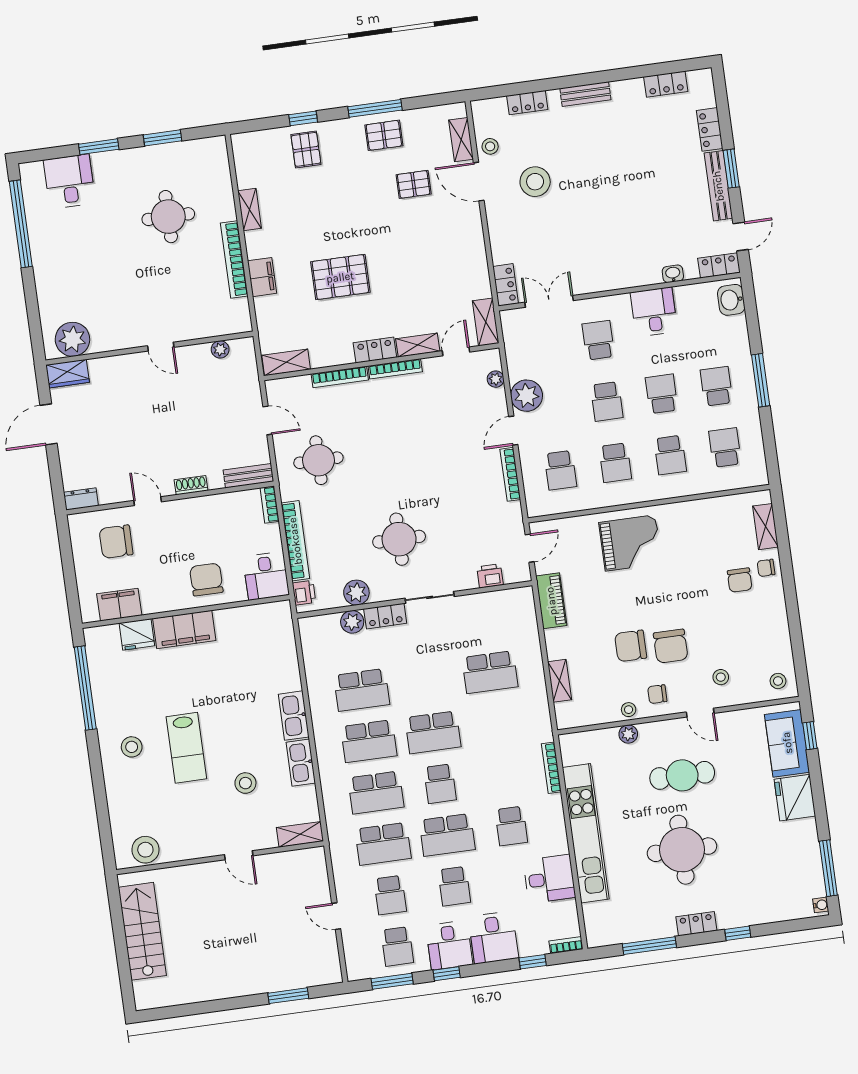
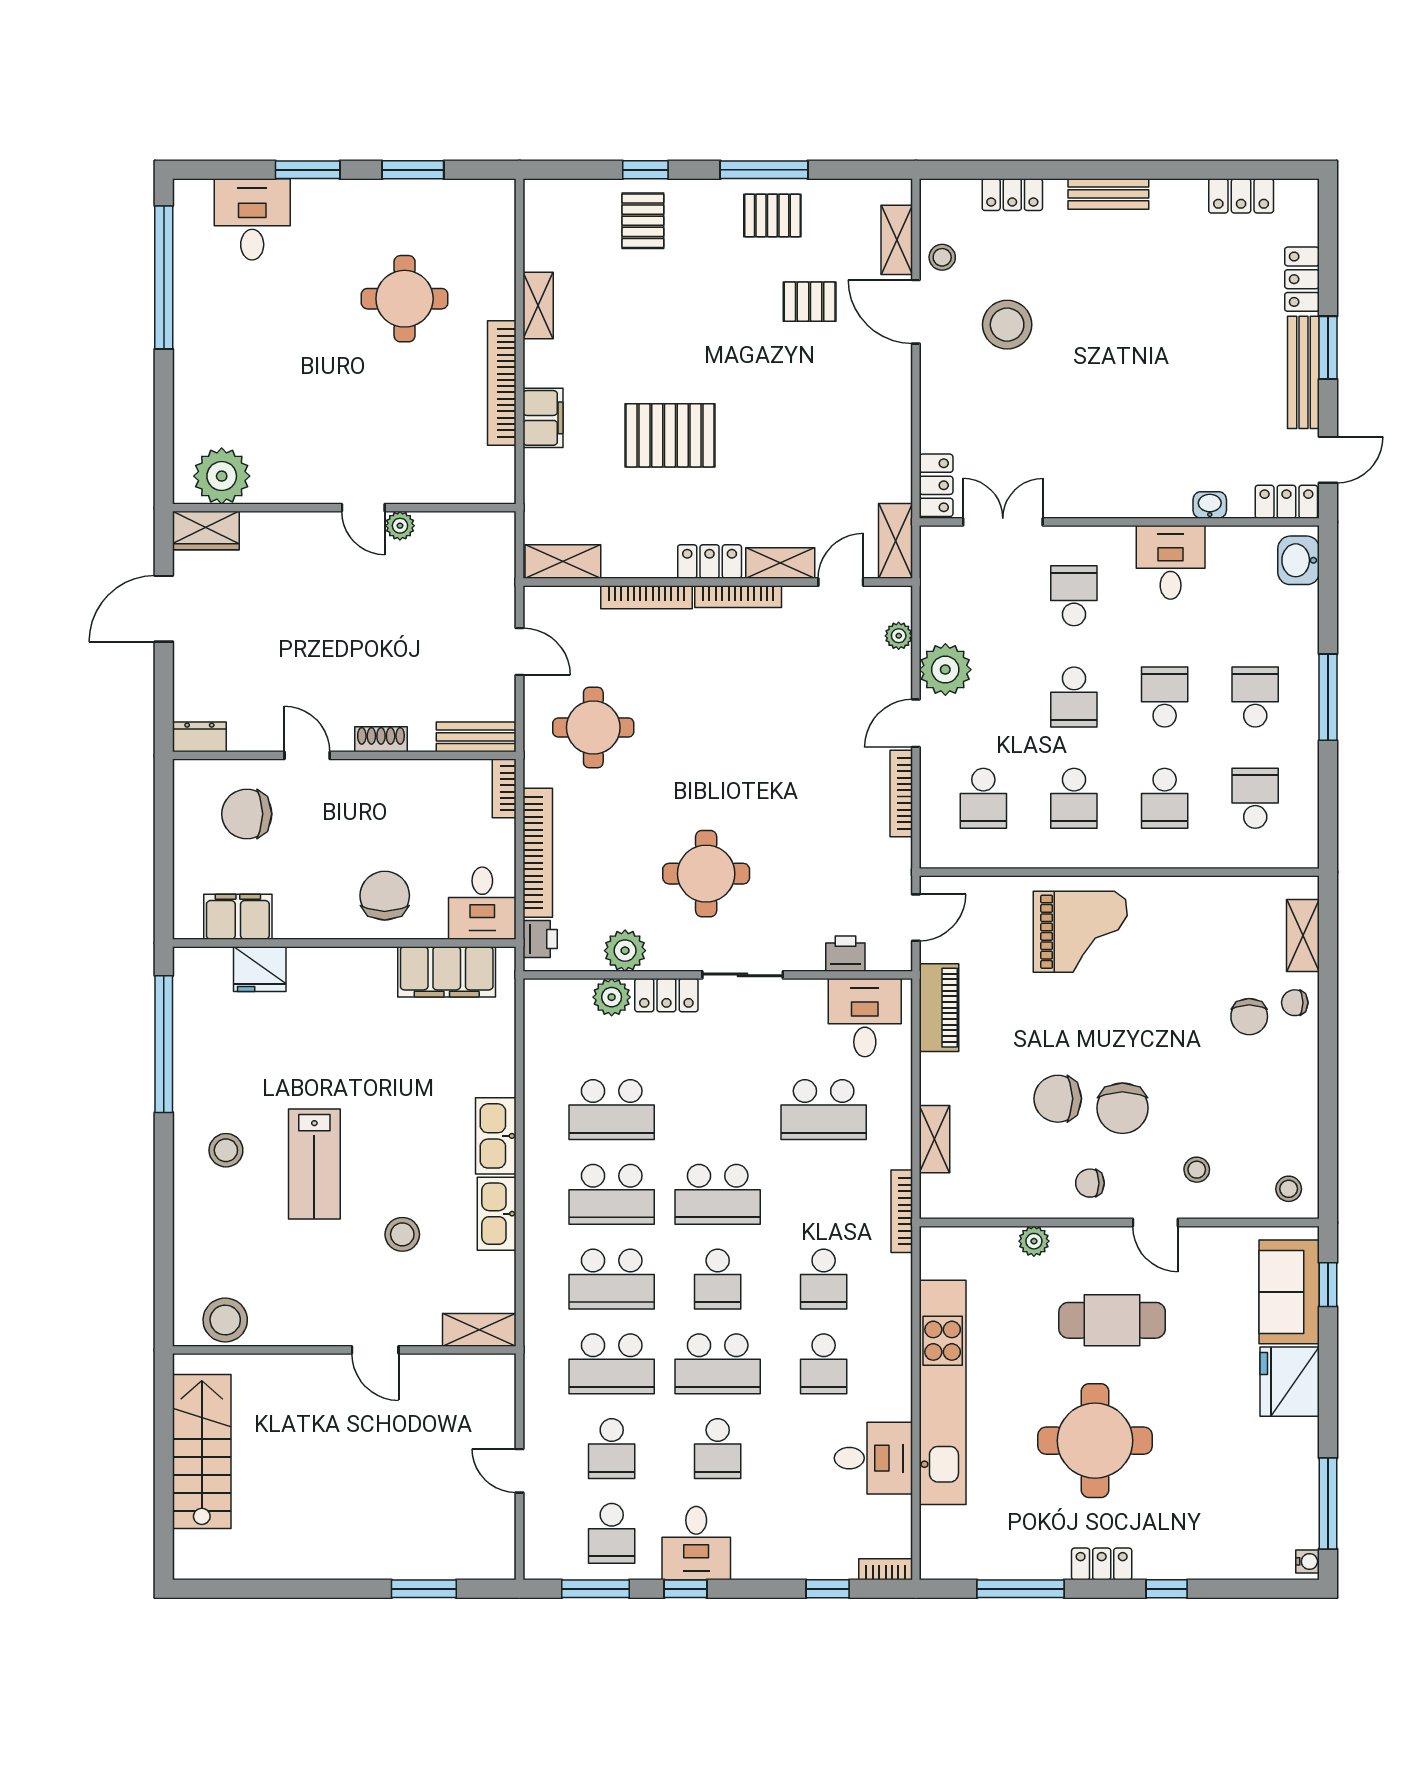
plant: (220, 349) -> (400, 526), moved
filing cabinet: (184, 630) -> (447, 972), moved
stool: (629, 710) -> (1040, 1202), removed
bookcase: (551, 768) -> (902, 1211), moved
school desk: (504, 775) -> (824, 1279), added
desk: (493, 938) -> (865, 1018), moved, turned 180

